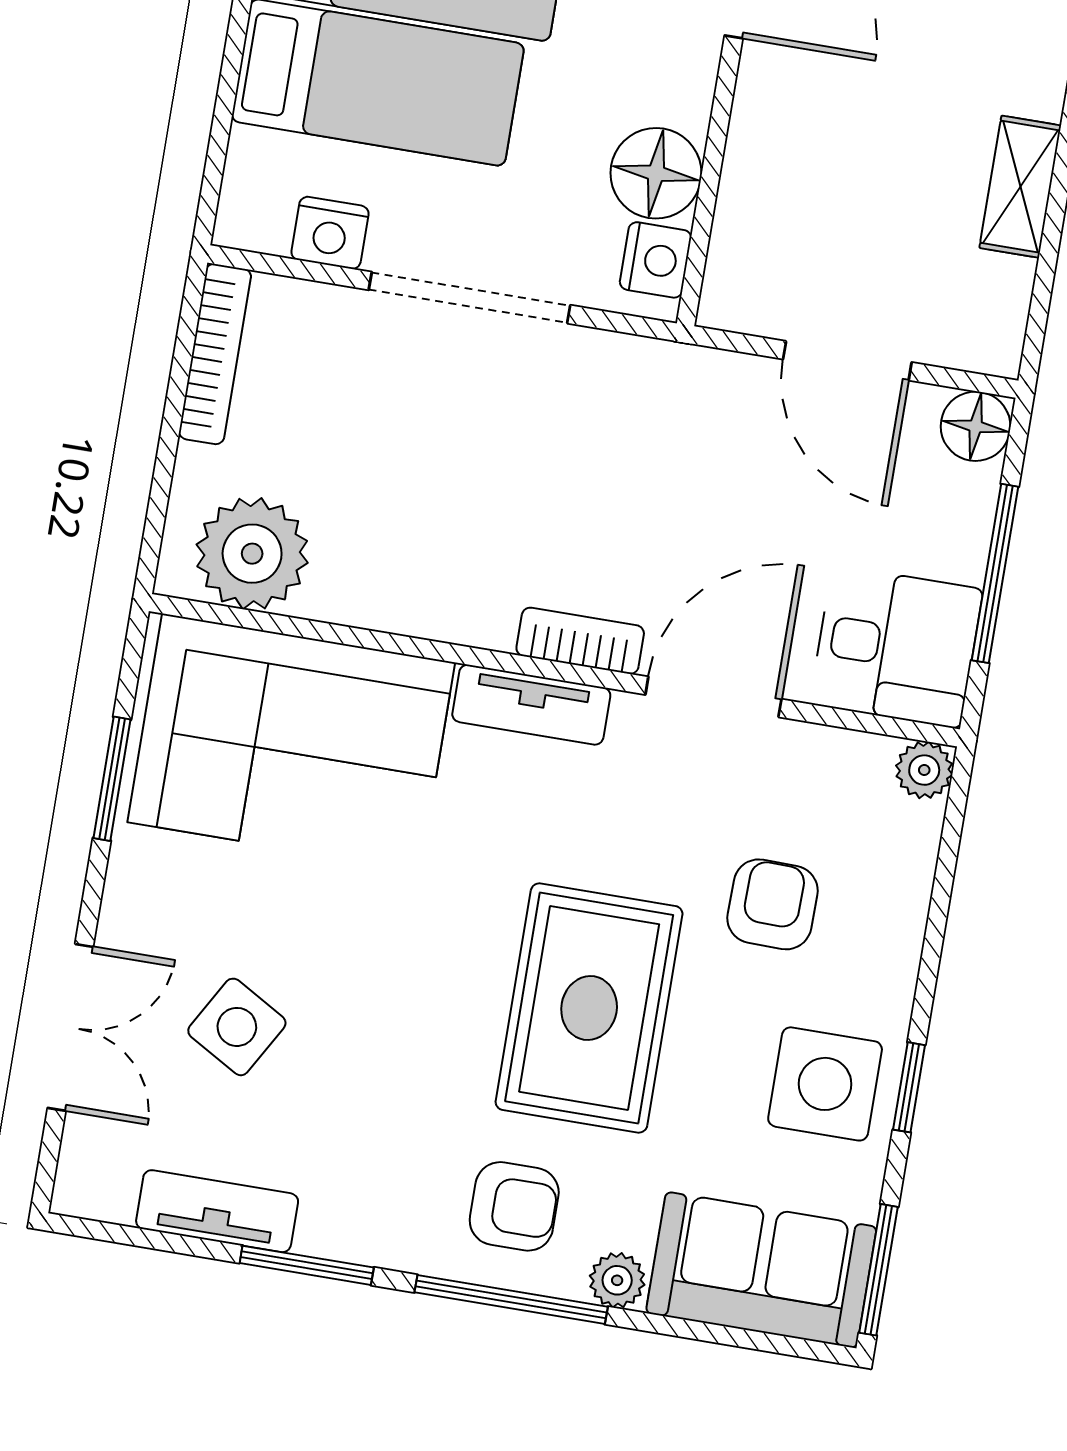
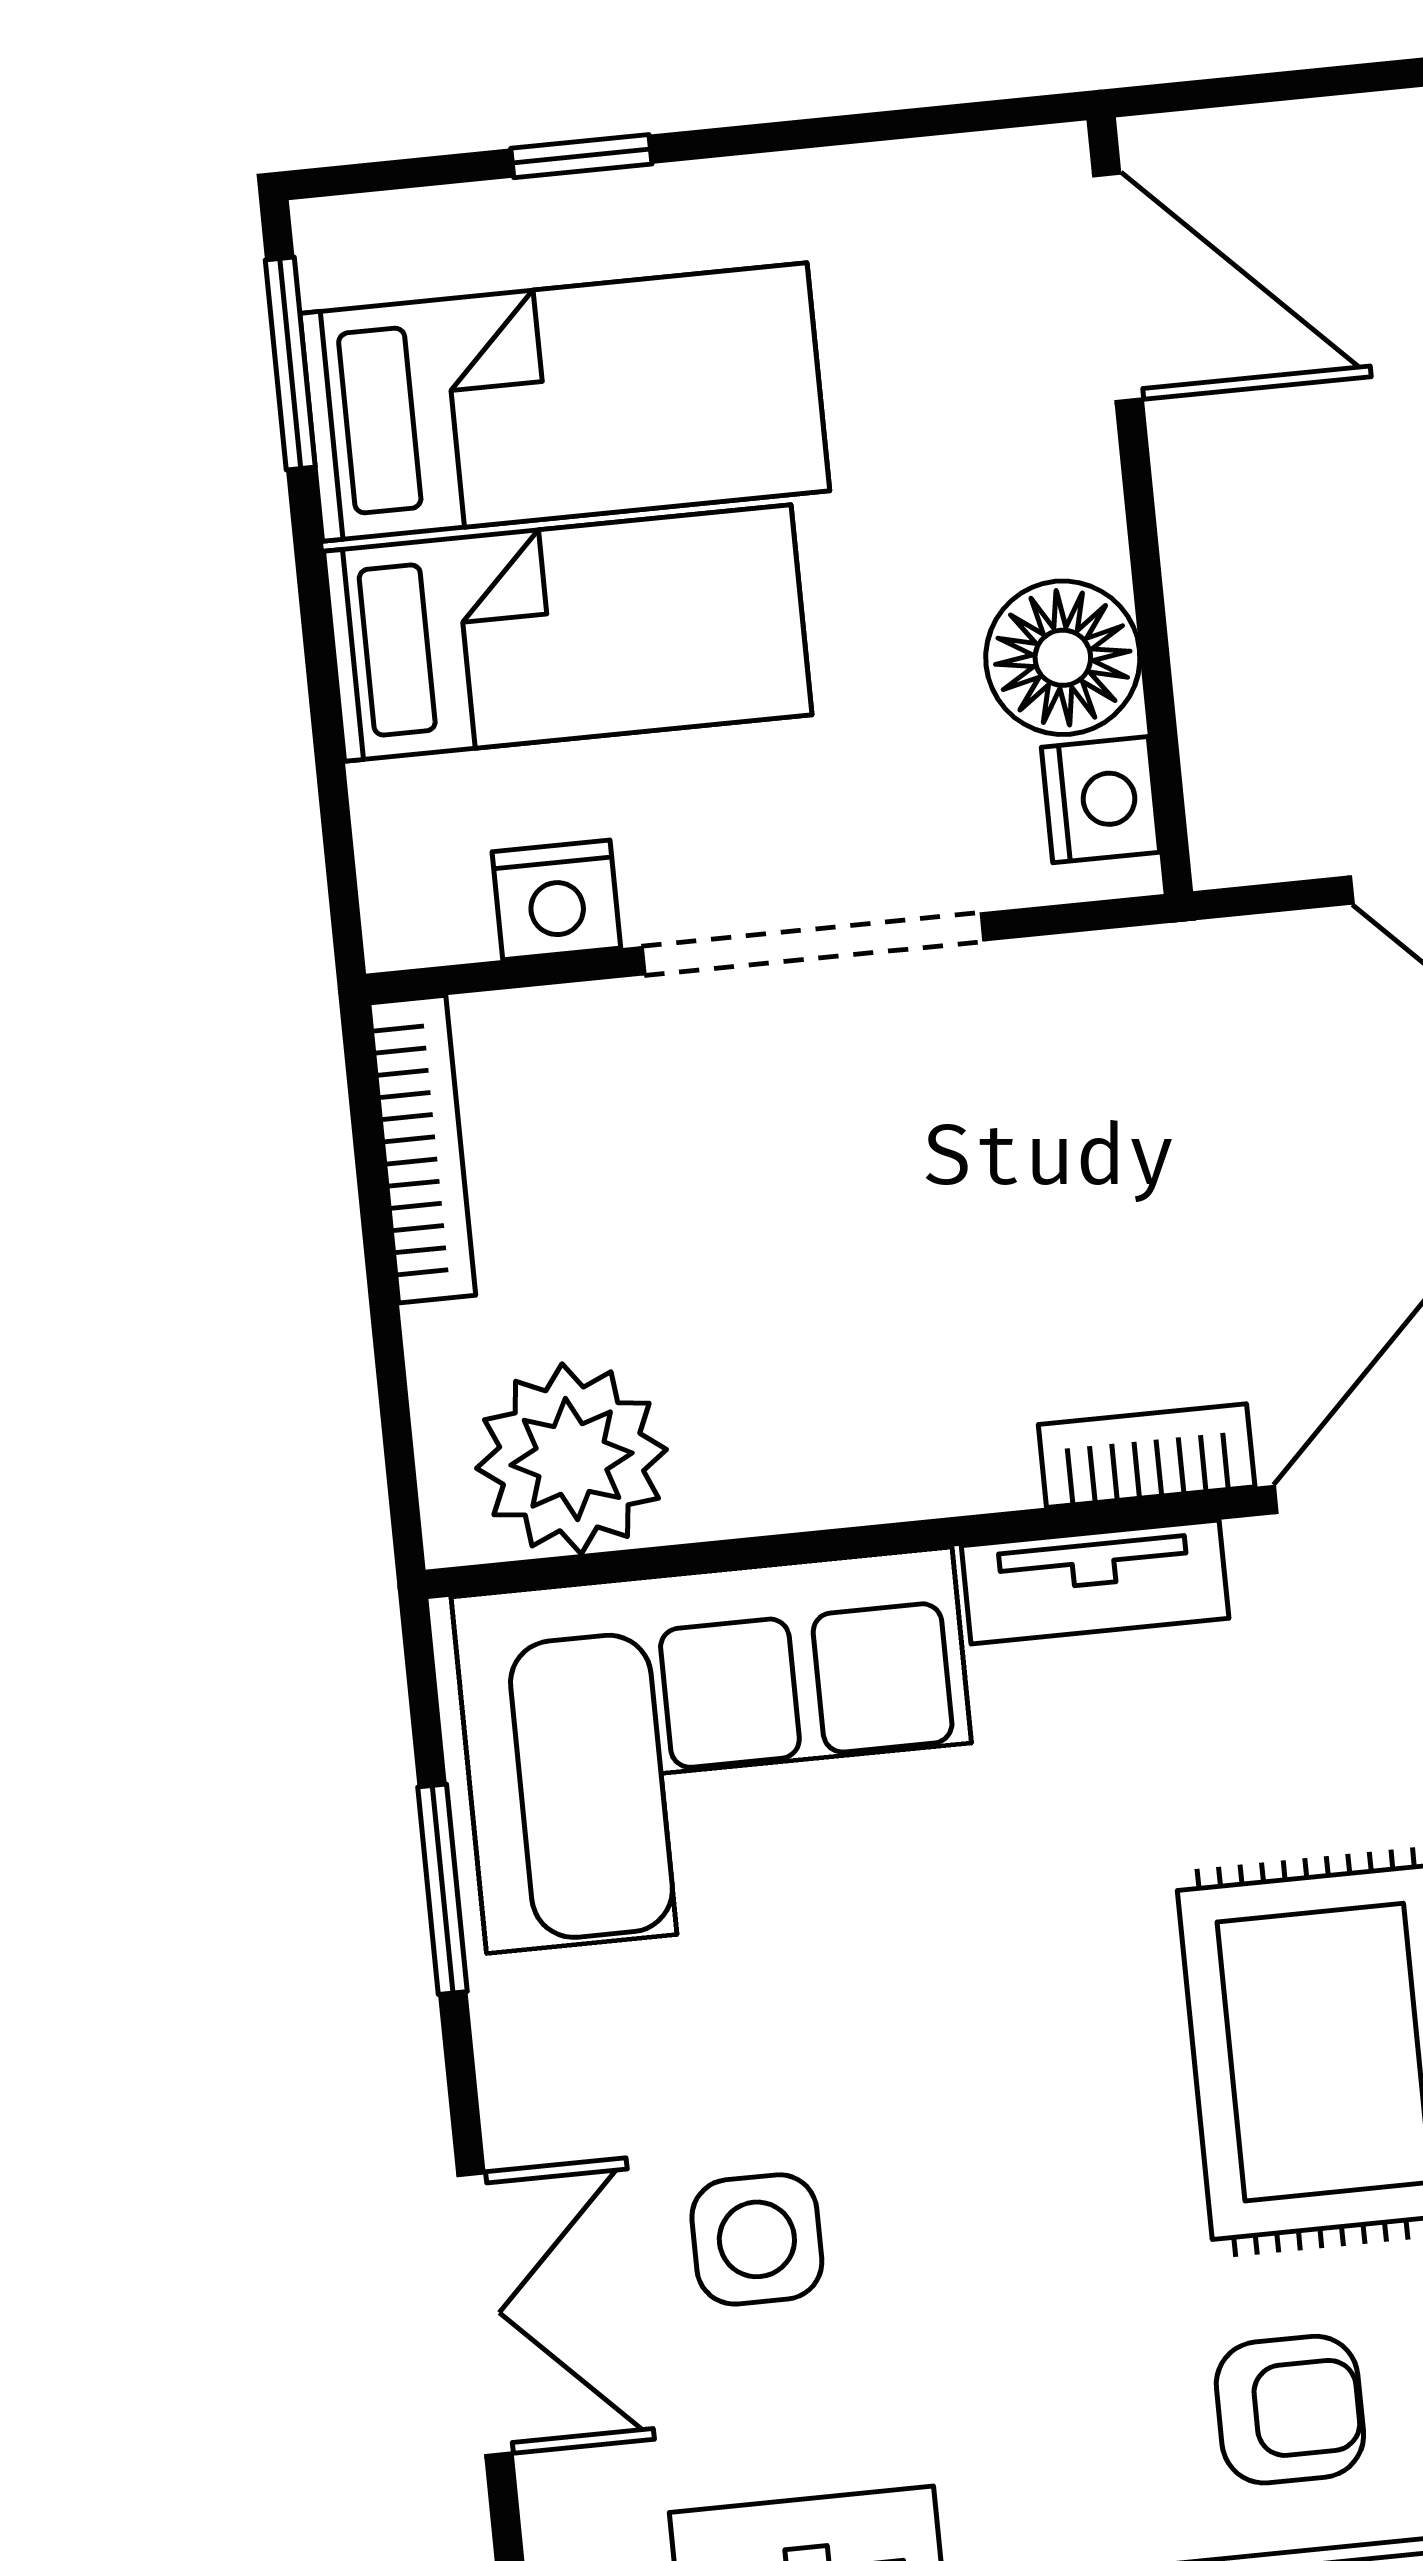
side table: (237, 1027) -> (757, 2239), turned -30

